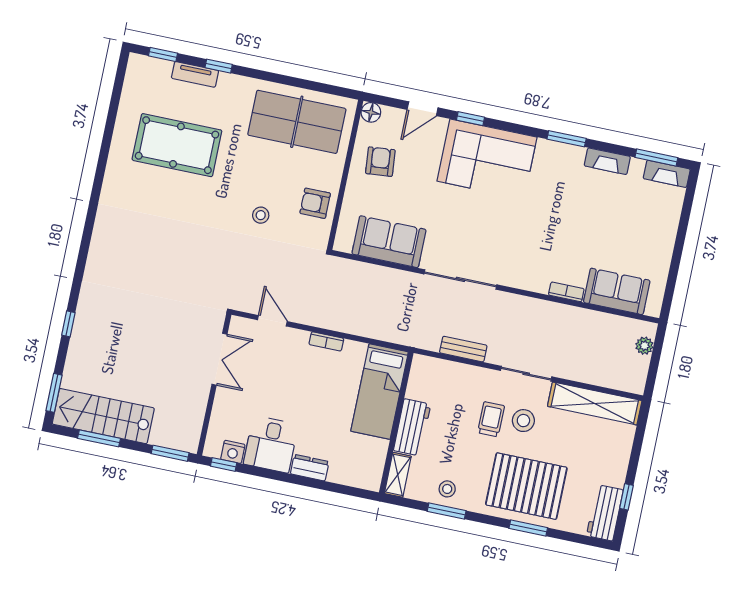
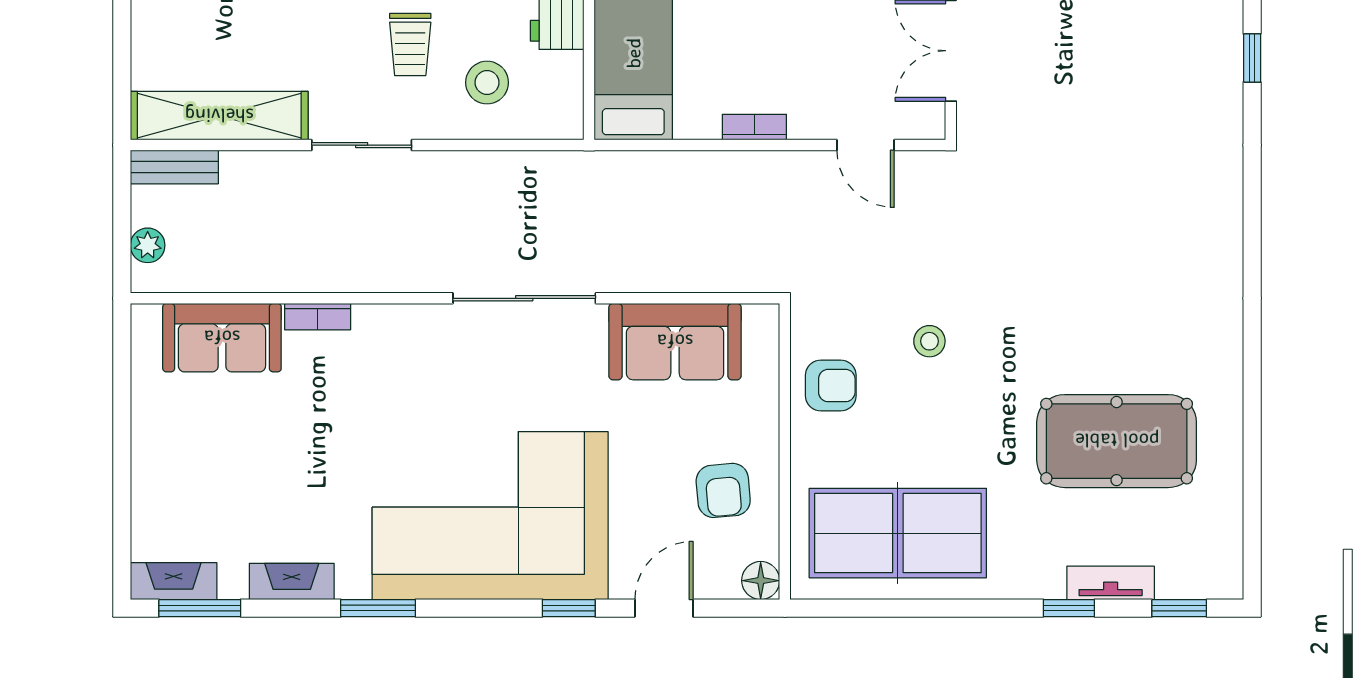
corner sofa: (487, 159) -> (490, 516), width x1.36, depth x1.36
bench: (463, 349) -> (174, 167), moved
stool: (523, 421) -> (487, 83), moved

